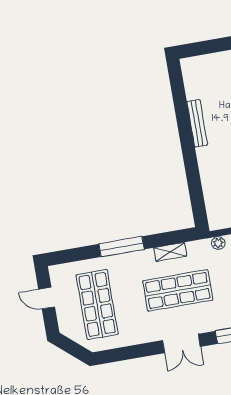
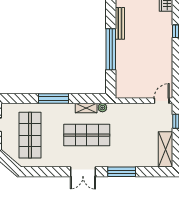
window: (191, 162) -> (111, 49), added
plant: (218, 243) -> (102, 108), moved

